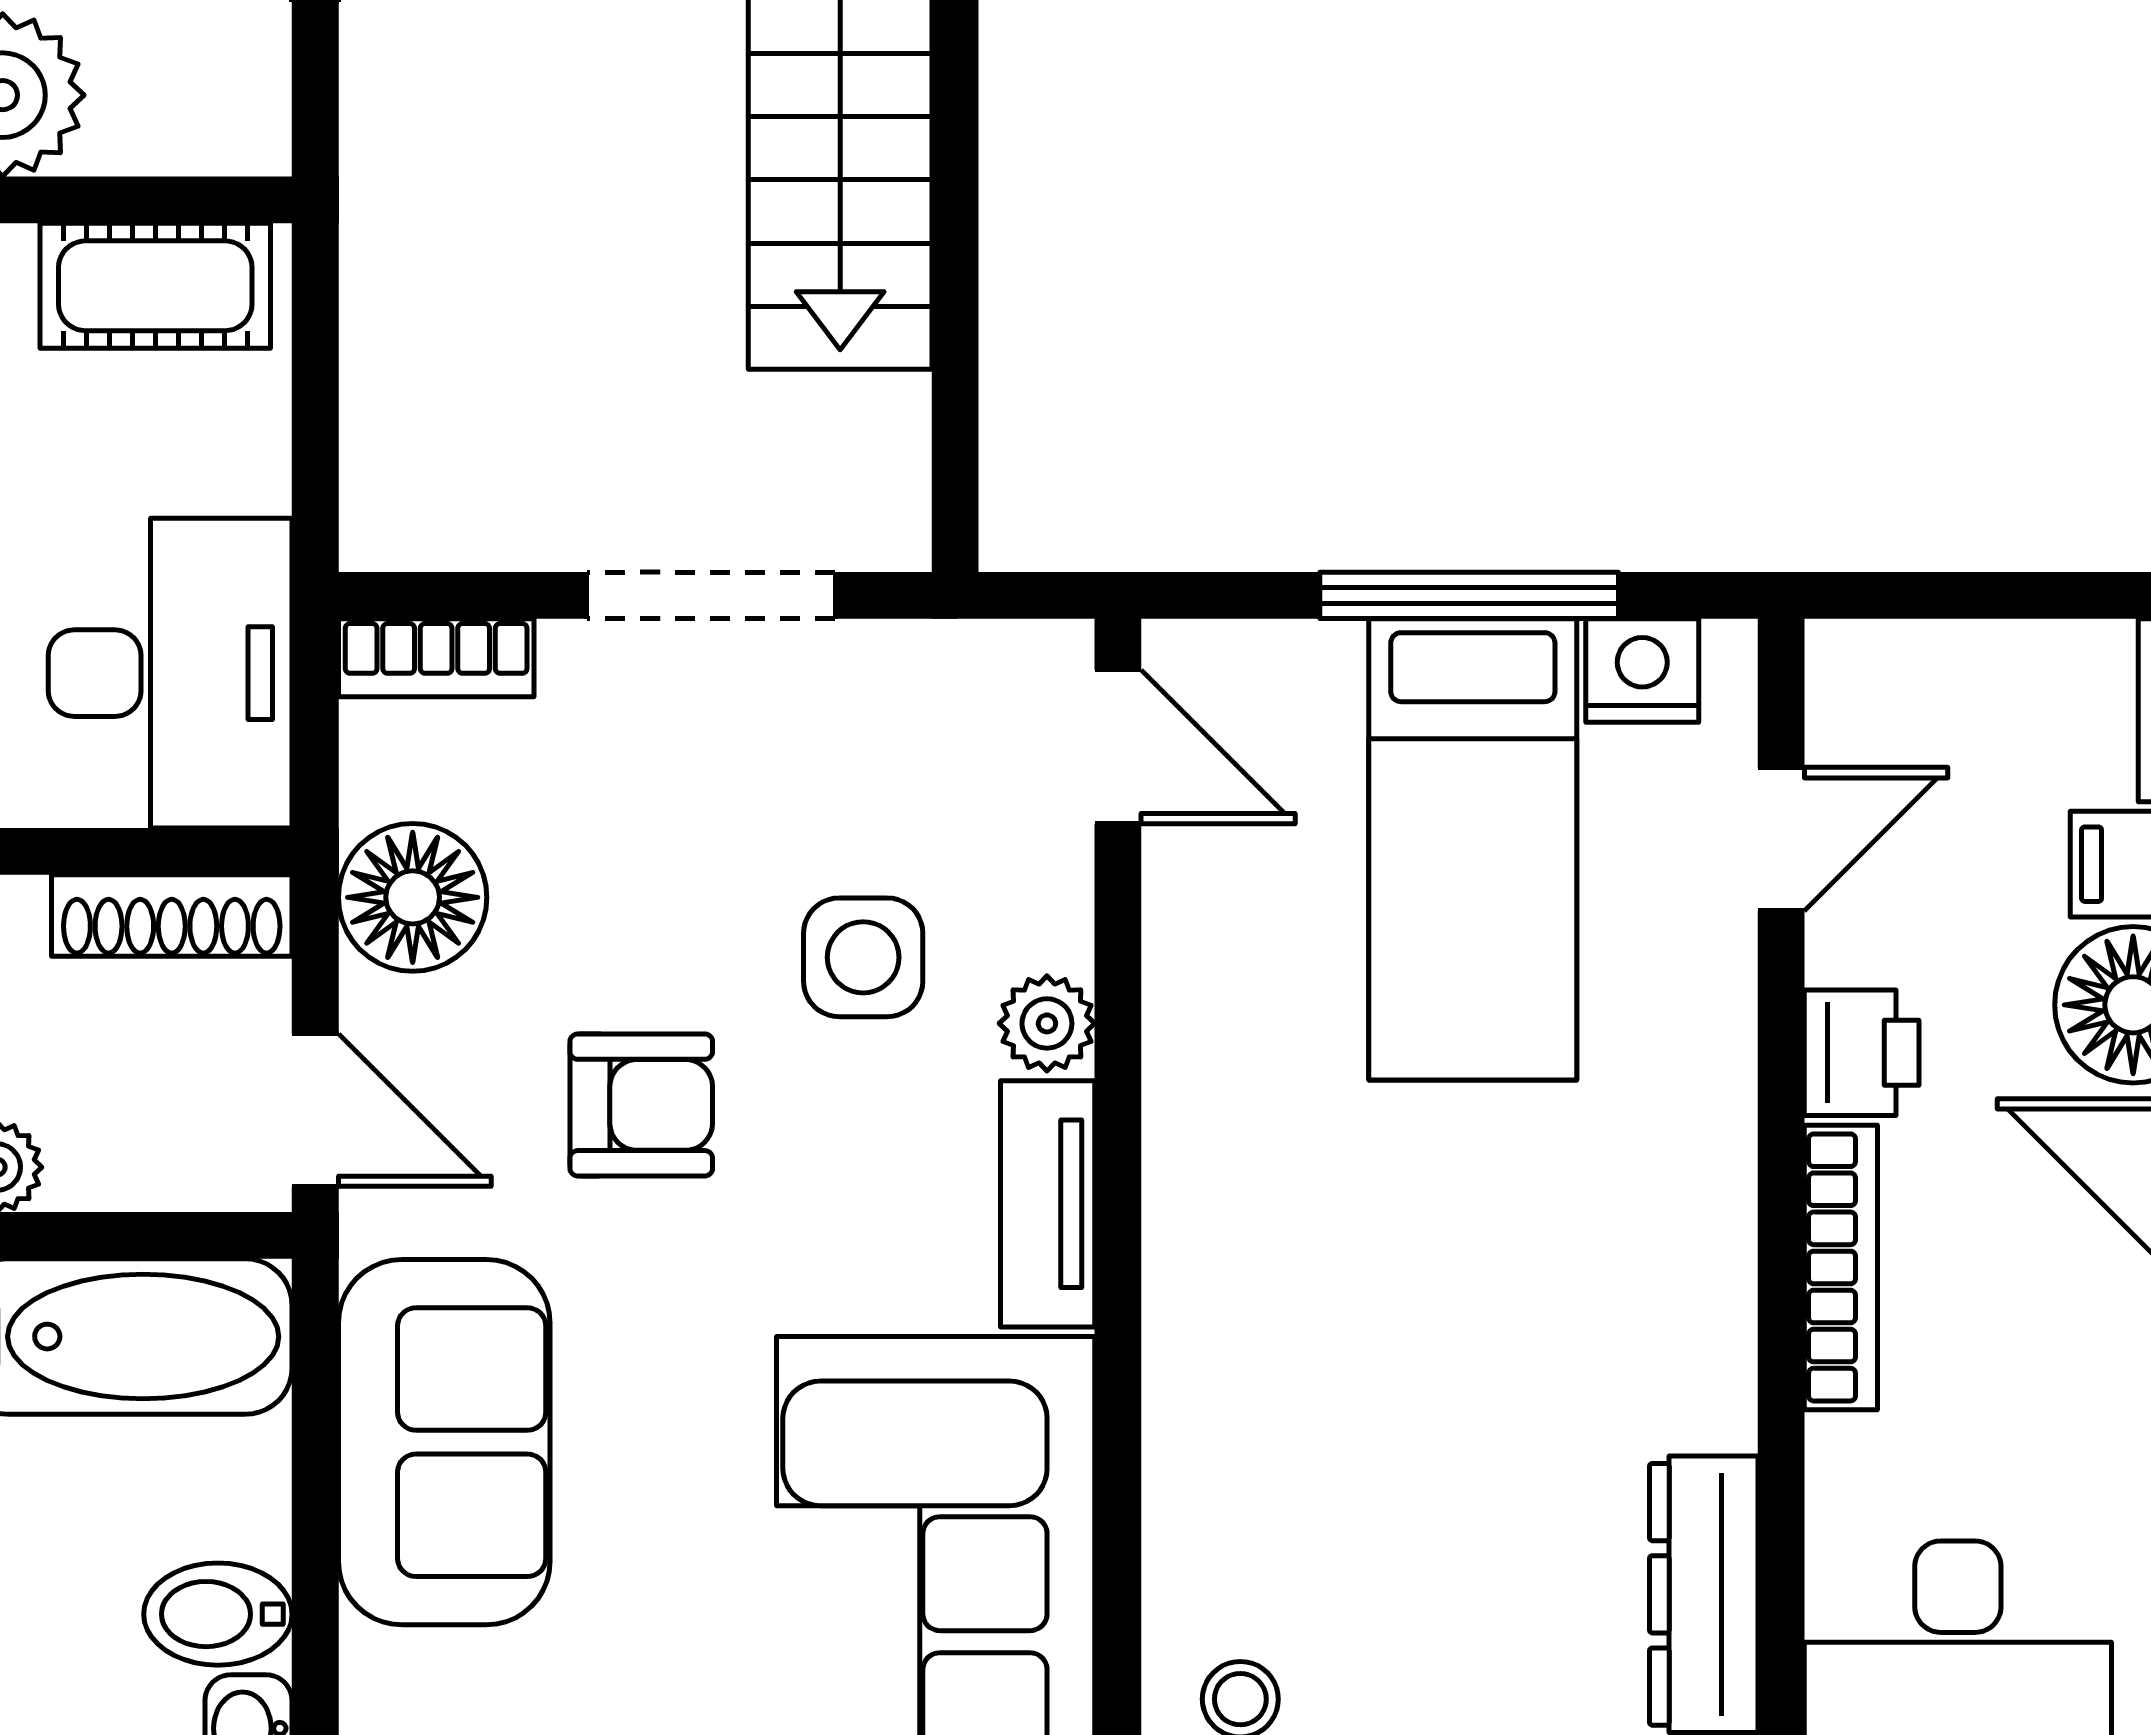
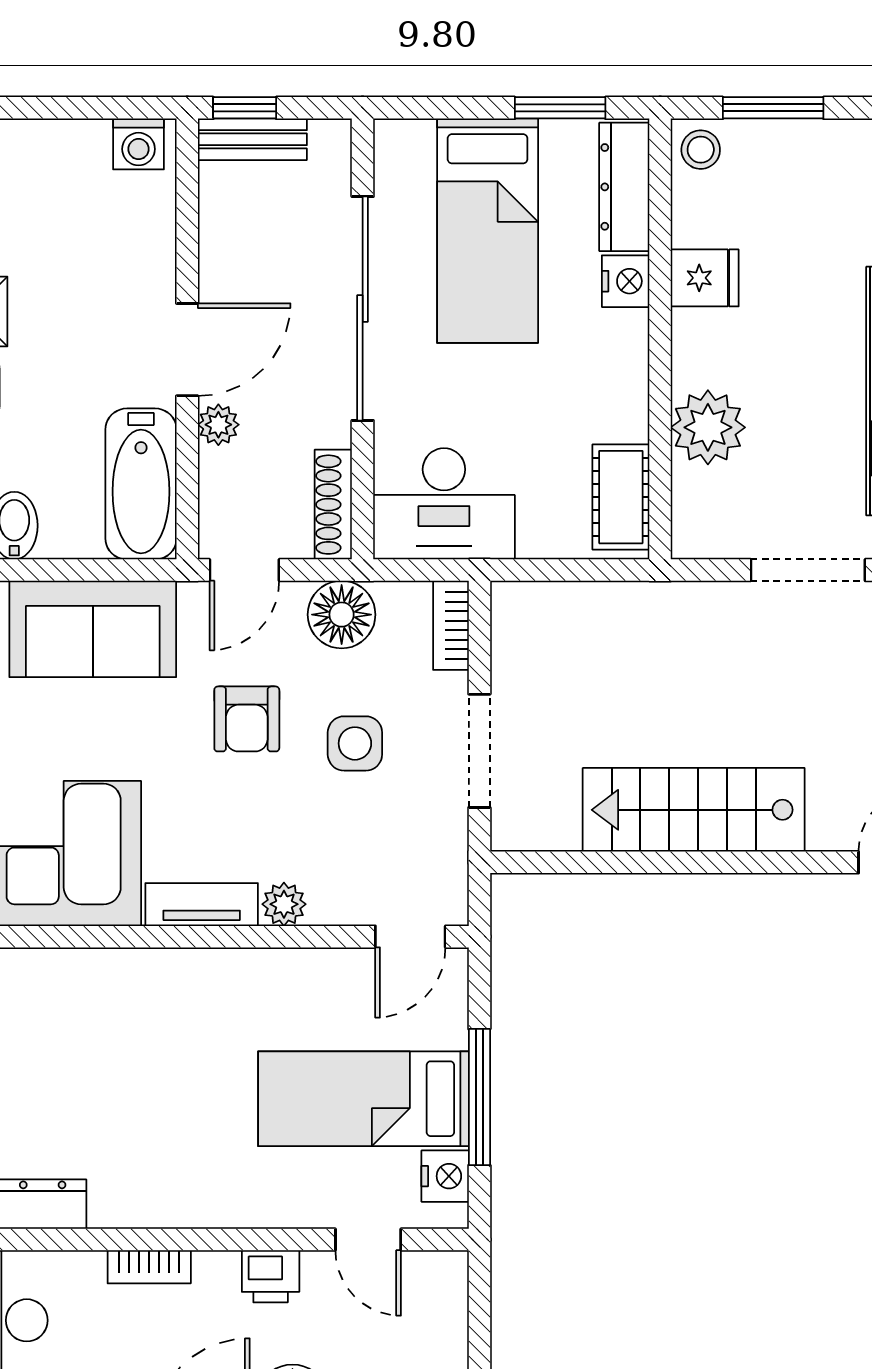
side table: (863, 957) -> (355, 743), moved
bookcase: (1841, 1267) -> (149, 1267), width x0.64

